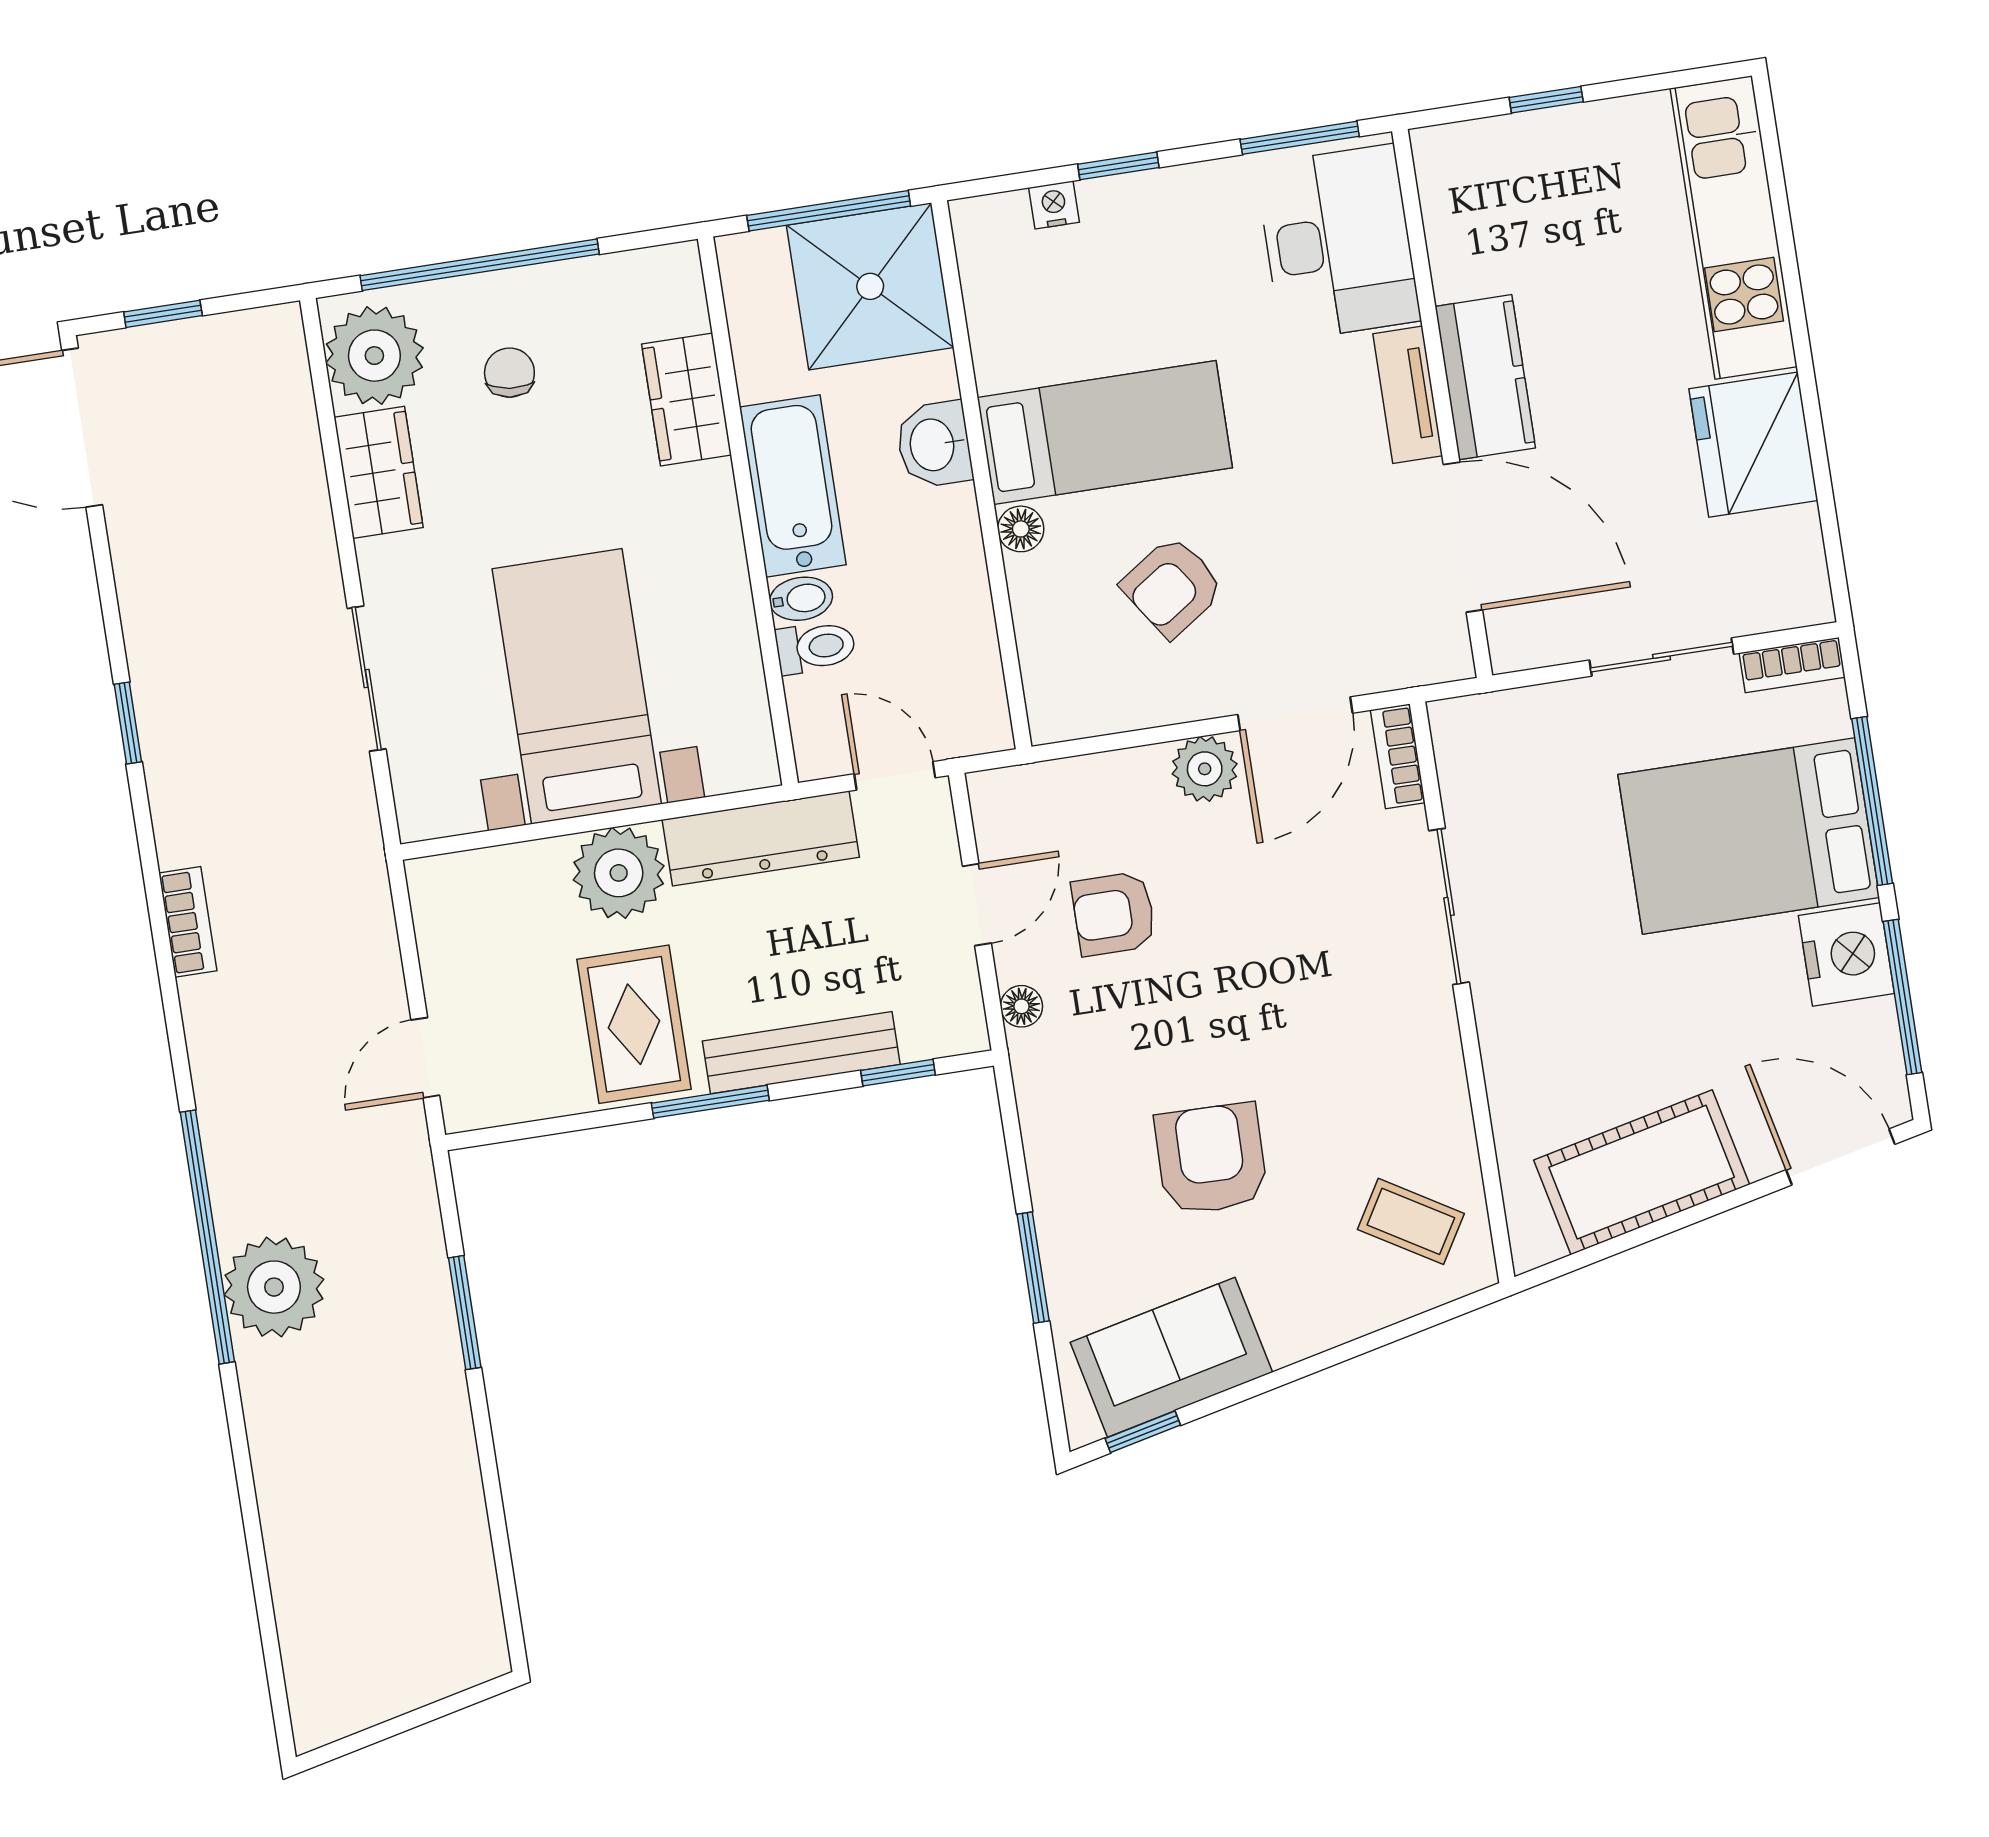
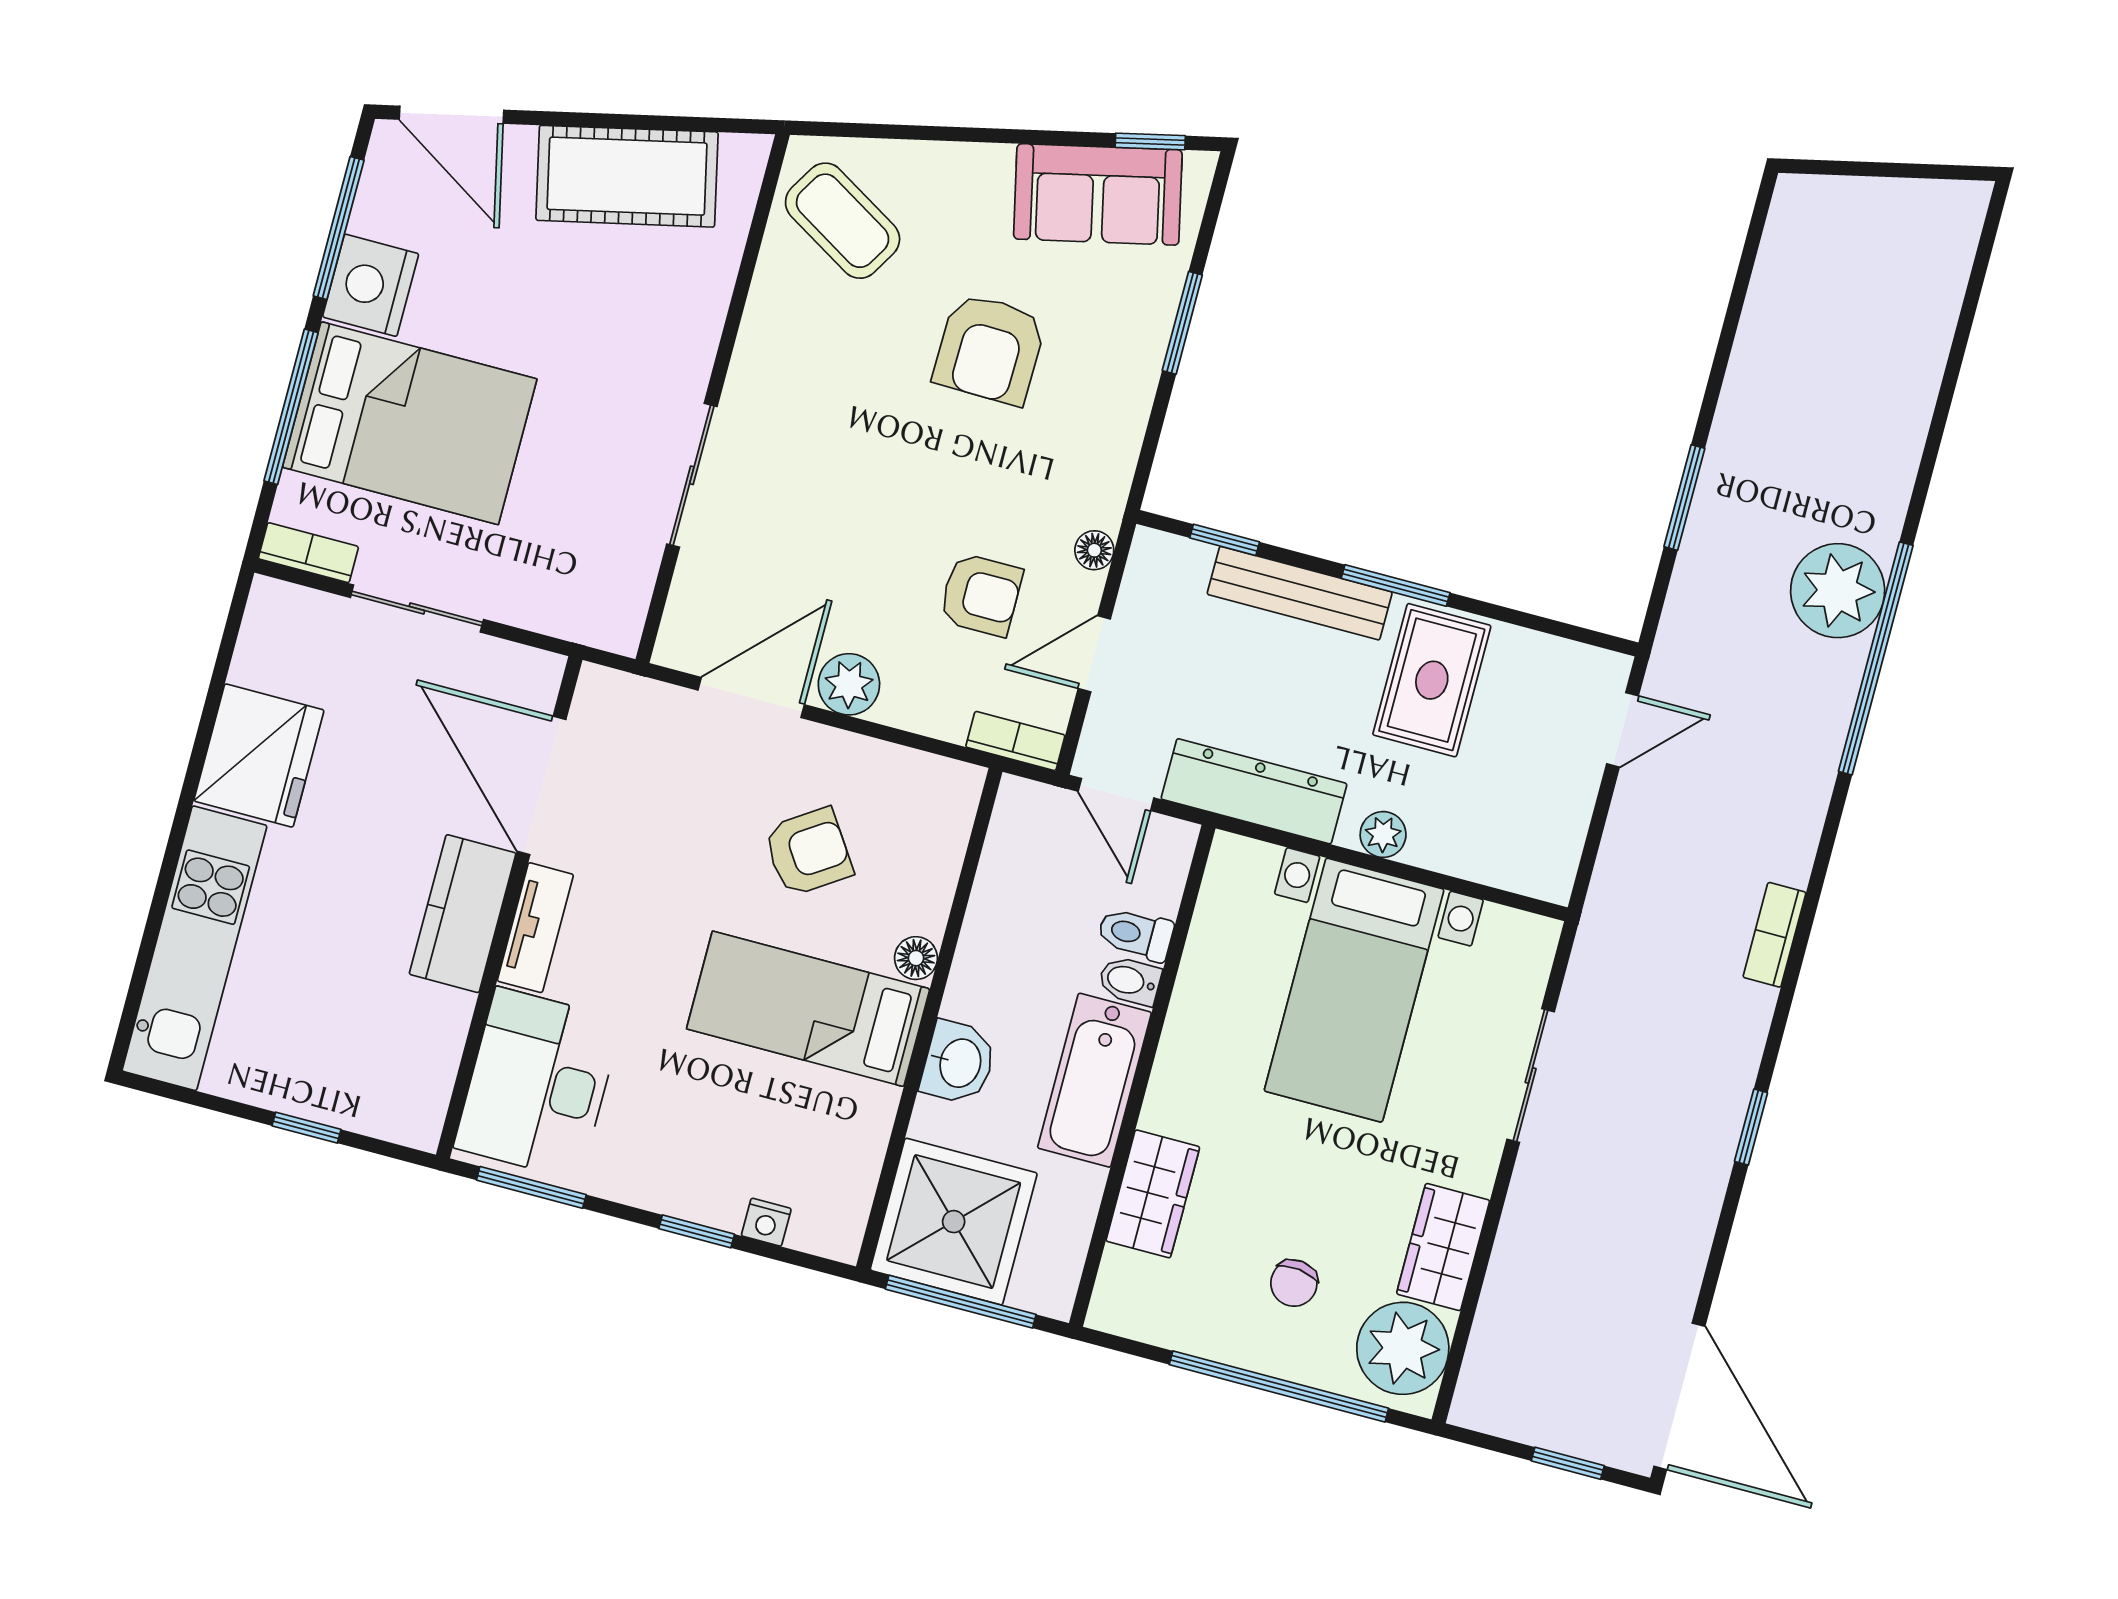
bookcase: (1398, 756) -> (1015, 741), moved, turned -90
plant: (619, 873) -> (1383, 834), width x0.53, depth x0.53
coffee table: (1411, 1221) -> (843, 221), width x1.36, depth x1.30

